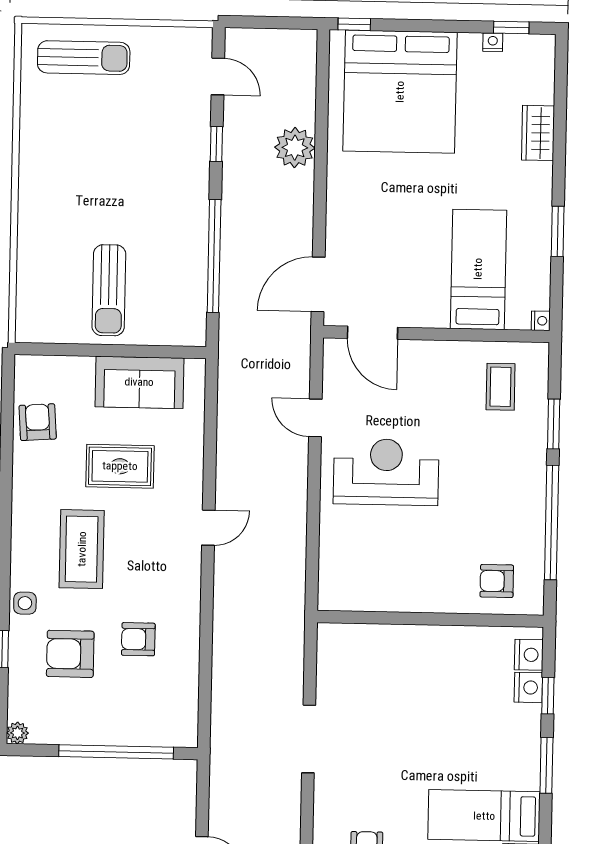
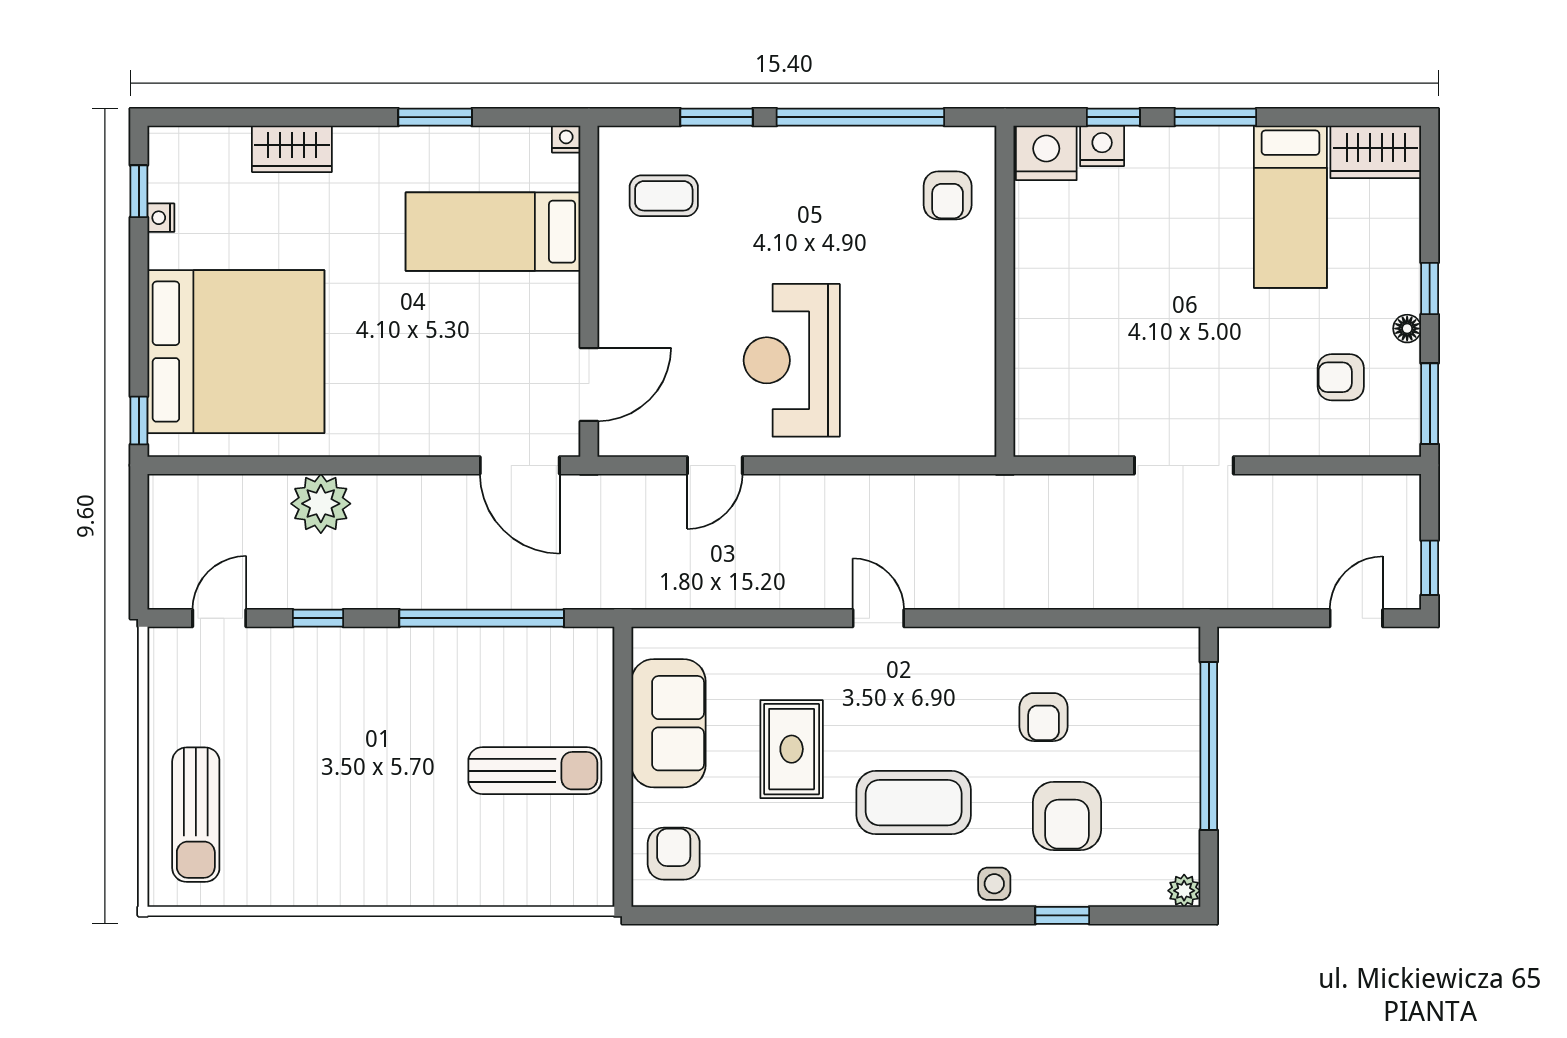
sun lounger: (84, 58) -> (196, 815), turned 180
armchair: (38, 422) -> (674, 854), moved, turned 94
nightstand: (529, 655) -> (1046, 153), width x1.36, depth x1.33

